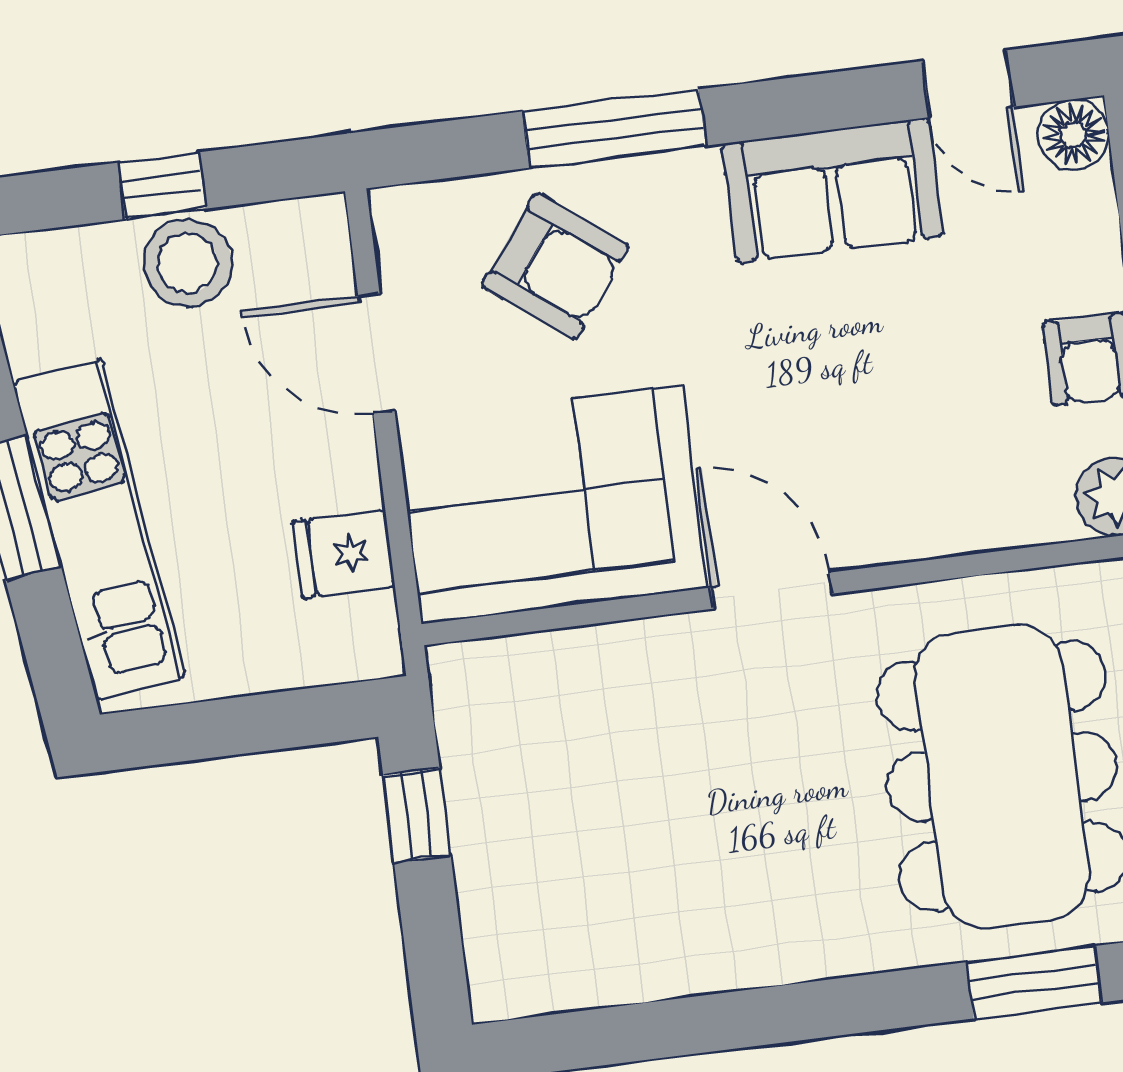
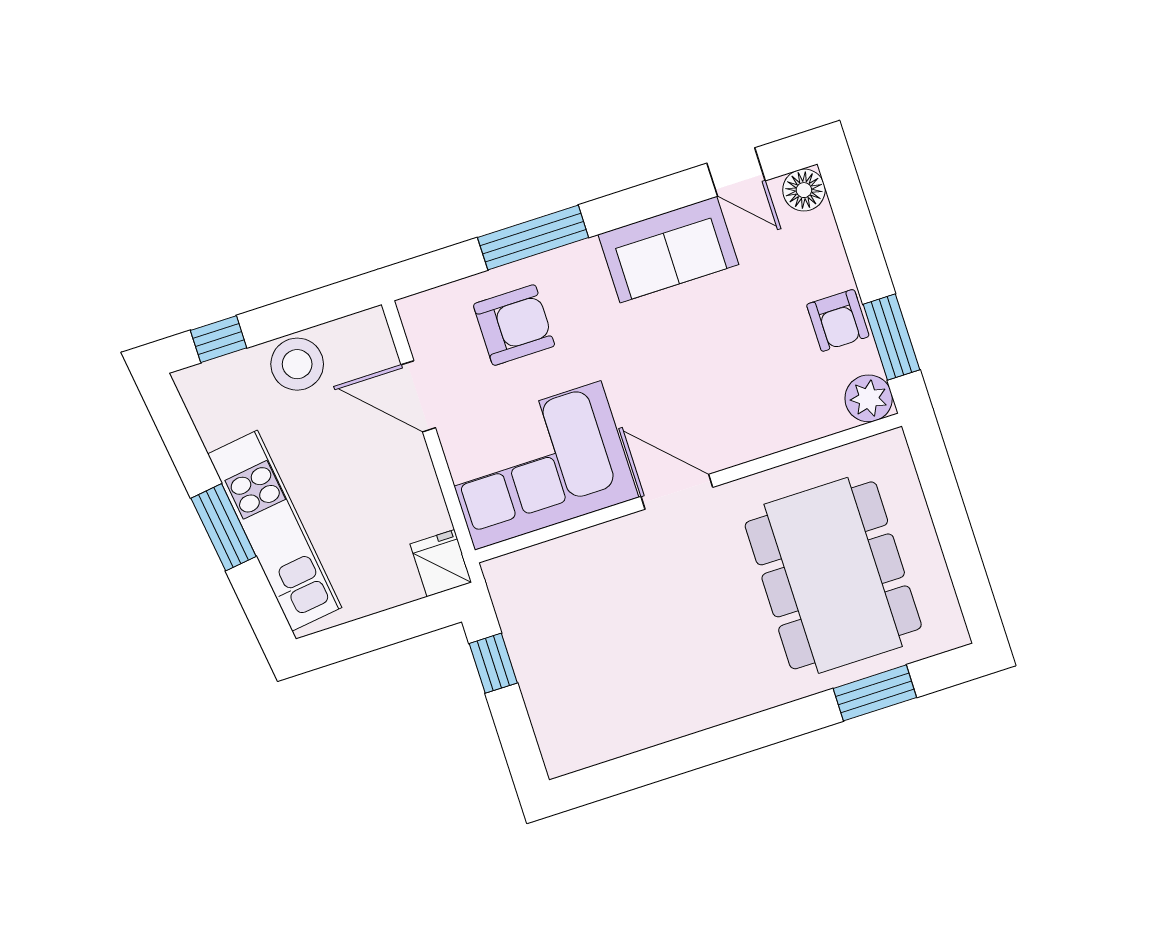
window: (162, 186) -> (219, 339), moved
armchair: (556, 266) -> (514, 325), turned -37
fridge: (344, 554) -> (441, 563), moved, turned 90

